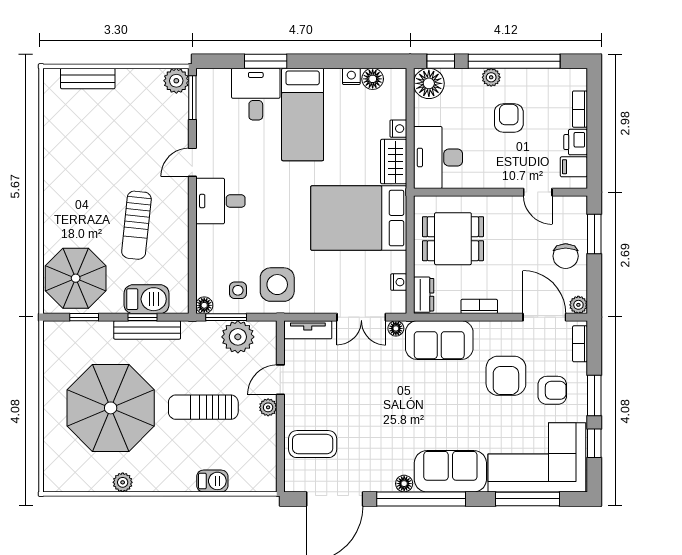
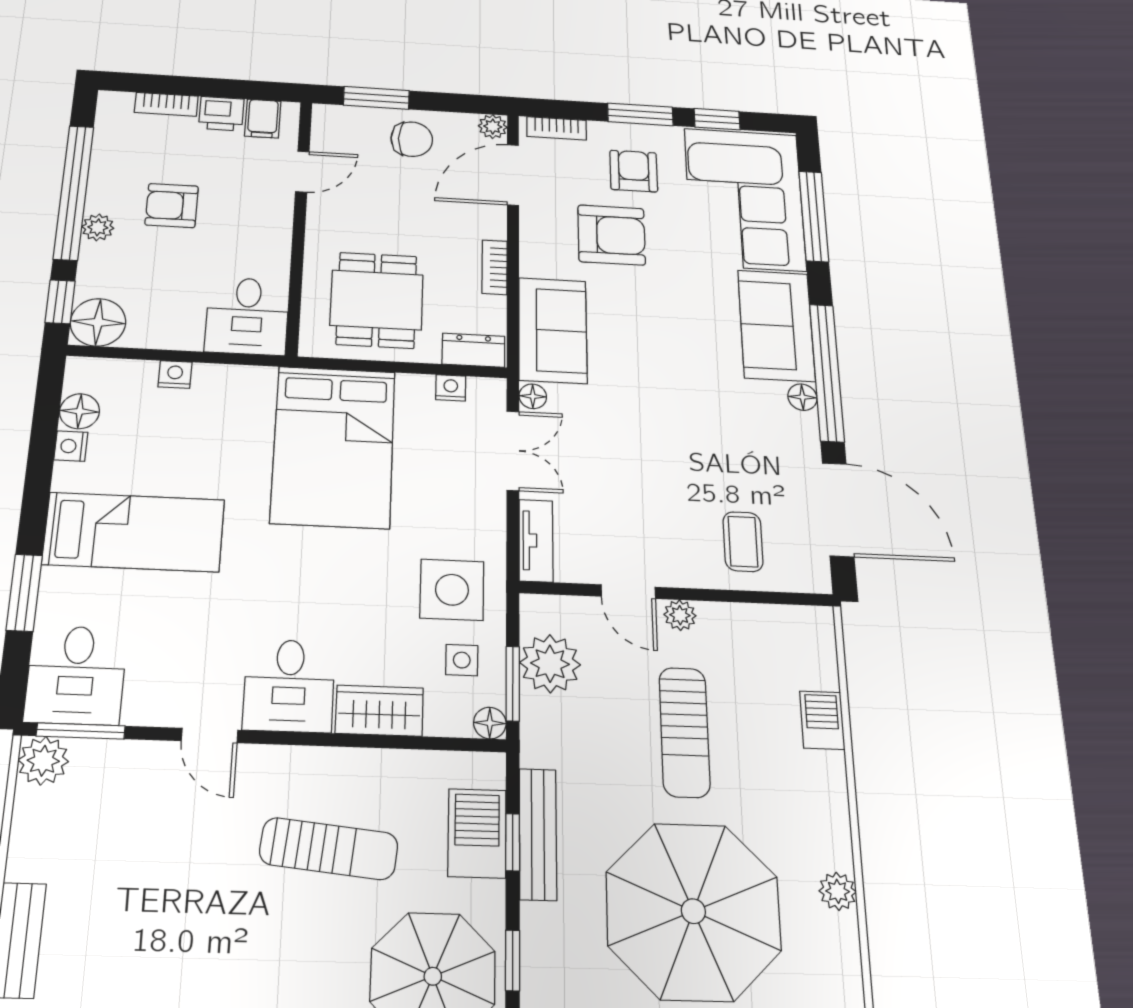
desk: (256, 94) -> (76, 675), moved, turned -90
desk: (438, 157) -> (247, 316), width x0.73
wardrobe: (394, 162) -> (379, 711), moved, turned 180
coffee table: (313, 444) -> (743, 542), width x0.73, depth x0.77

